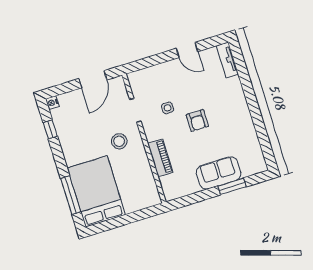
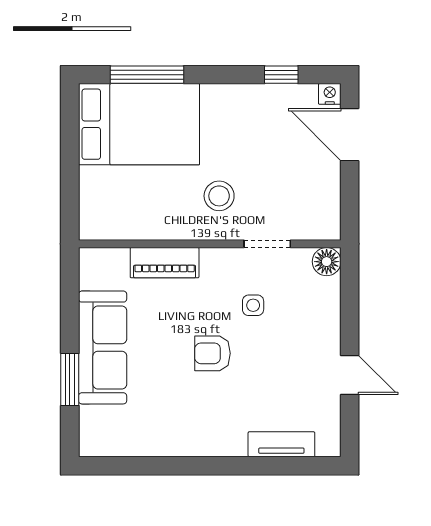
door: (187, 50) -> (350, 375), swing flipped
tv unit: (227, 60) -> (281, 444), moved
door: (93, 79) -> (350, 135), moved
floor lamp: (135, 79) -> (327, 262), added
sofa: (219, 173) -> (103, 347), width x1.36

